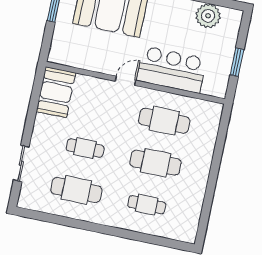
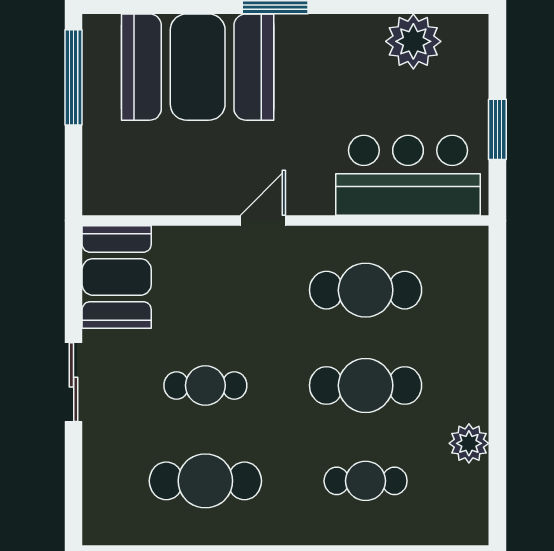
bar counter: (171, 70) -> (408, 175), moved
sliding door: (21, 163) -> (74, 382), moved
plant: (196, 198) -> (469, 443), added

